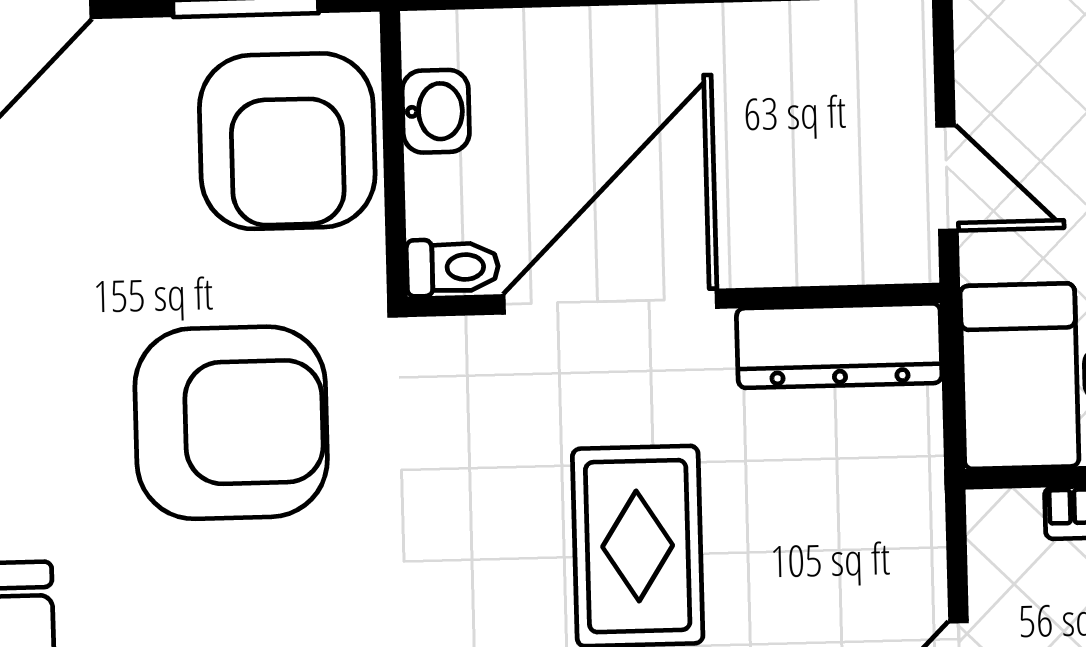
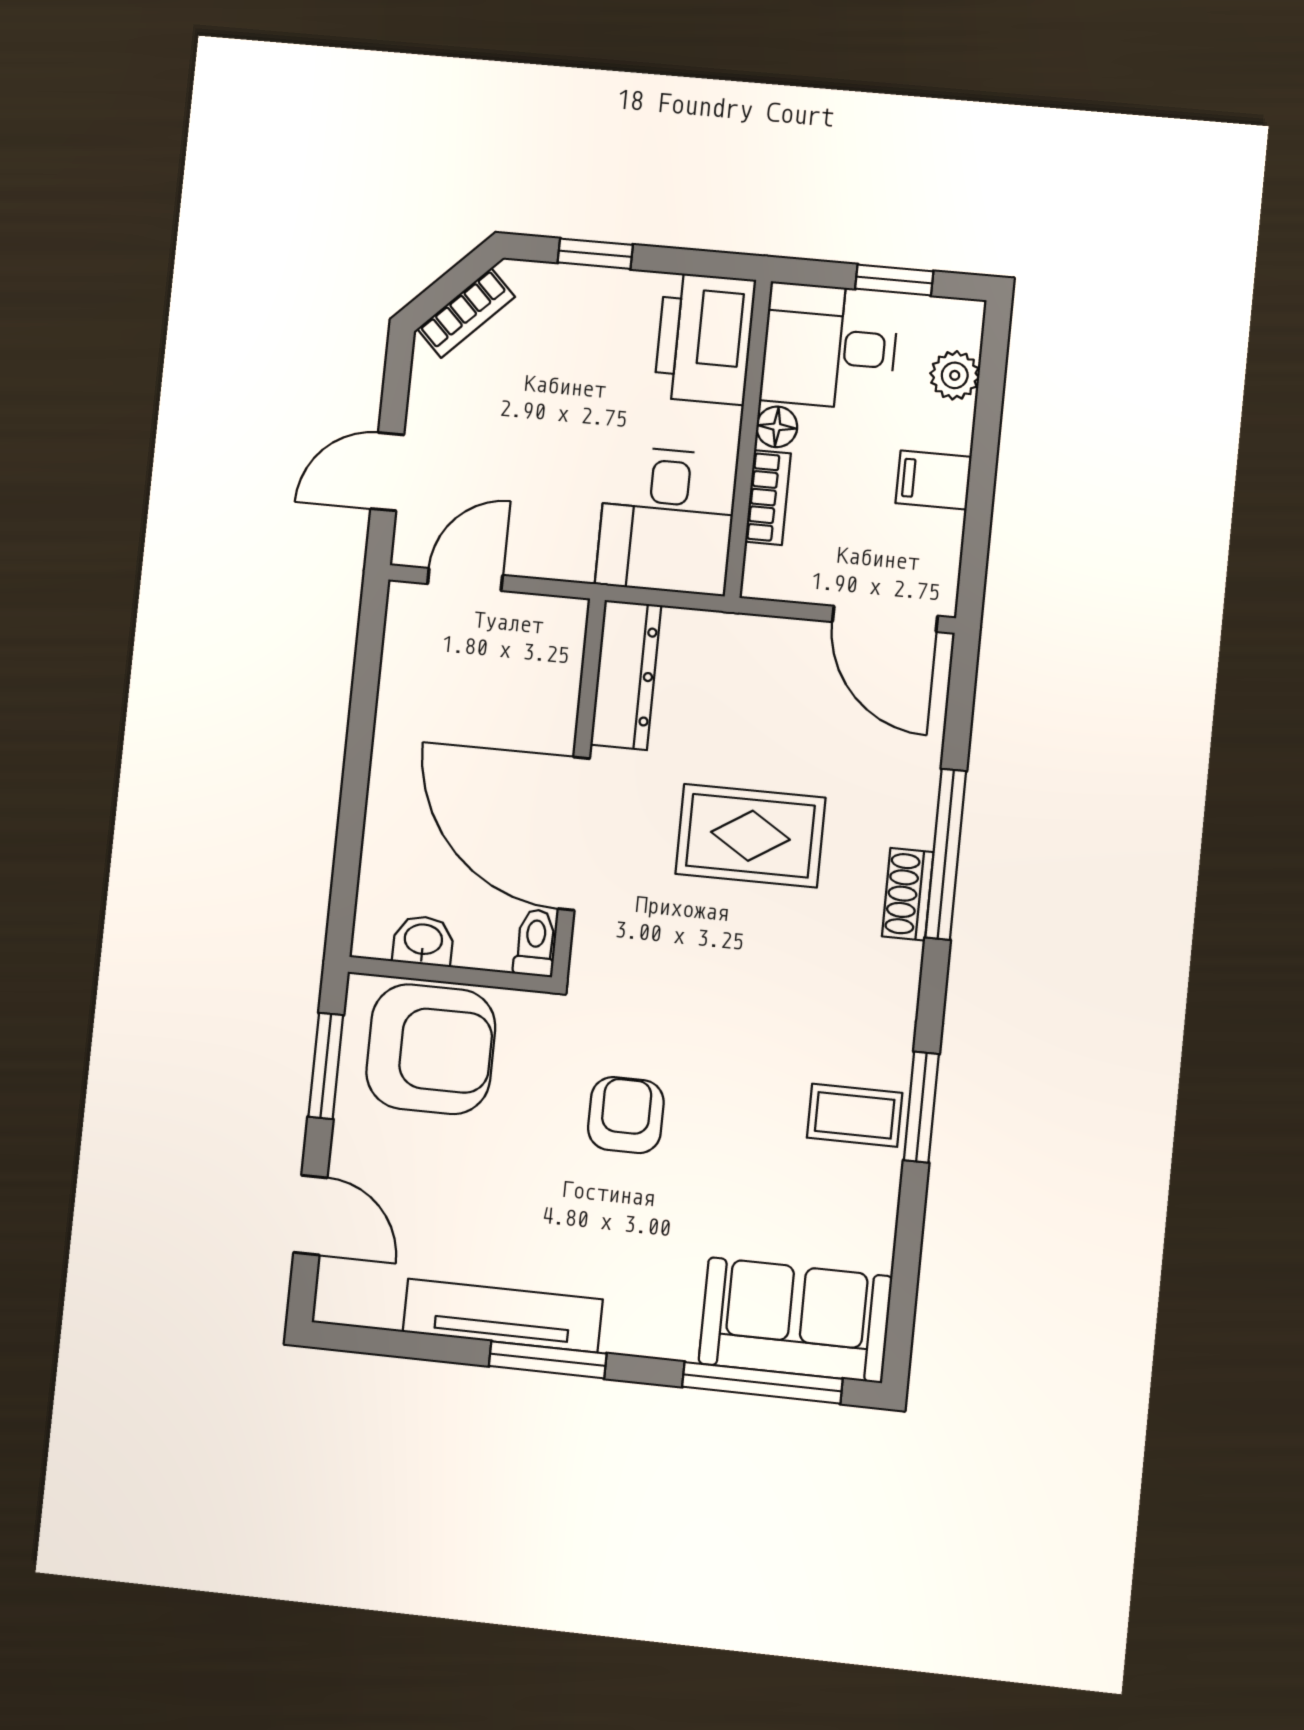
door: (947, 178) -> (465, 579), moved
armchair: (231, 423) -> (626, 1115), width x0.53, depth x0.53

